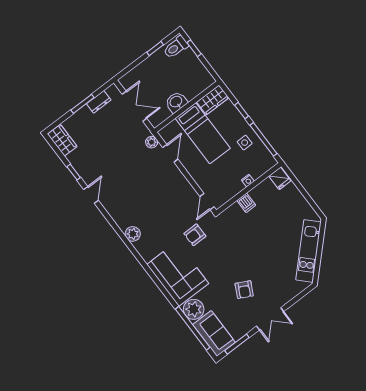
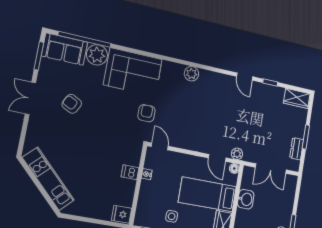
floor lamp: (164, 133) -> (234, 168), added
nightstand: (248, 181) -> (147, 174), moved

